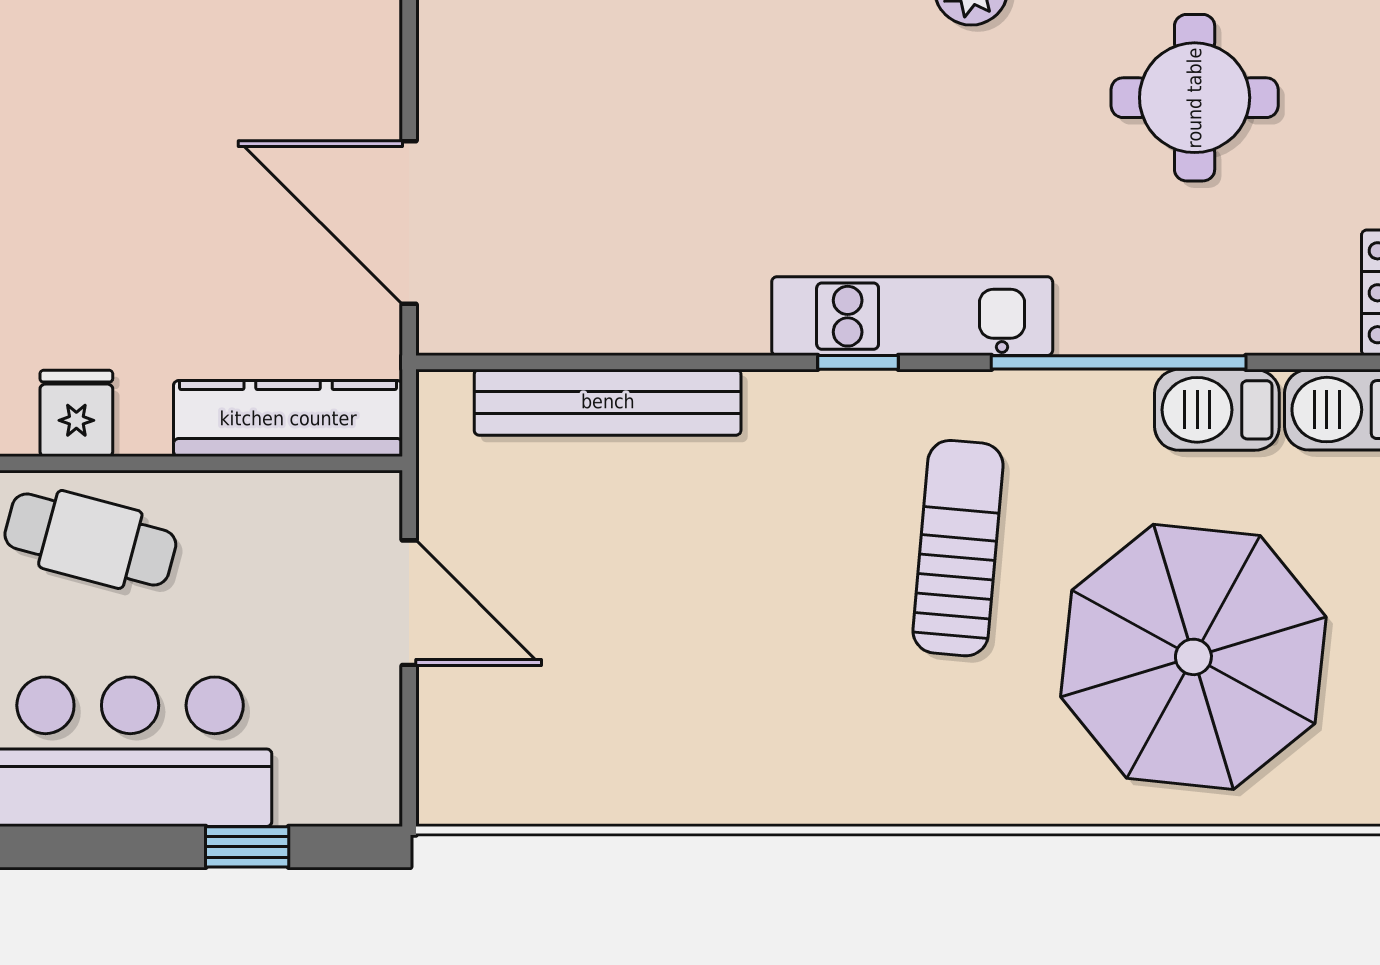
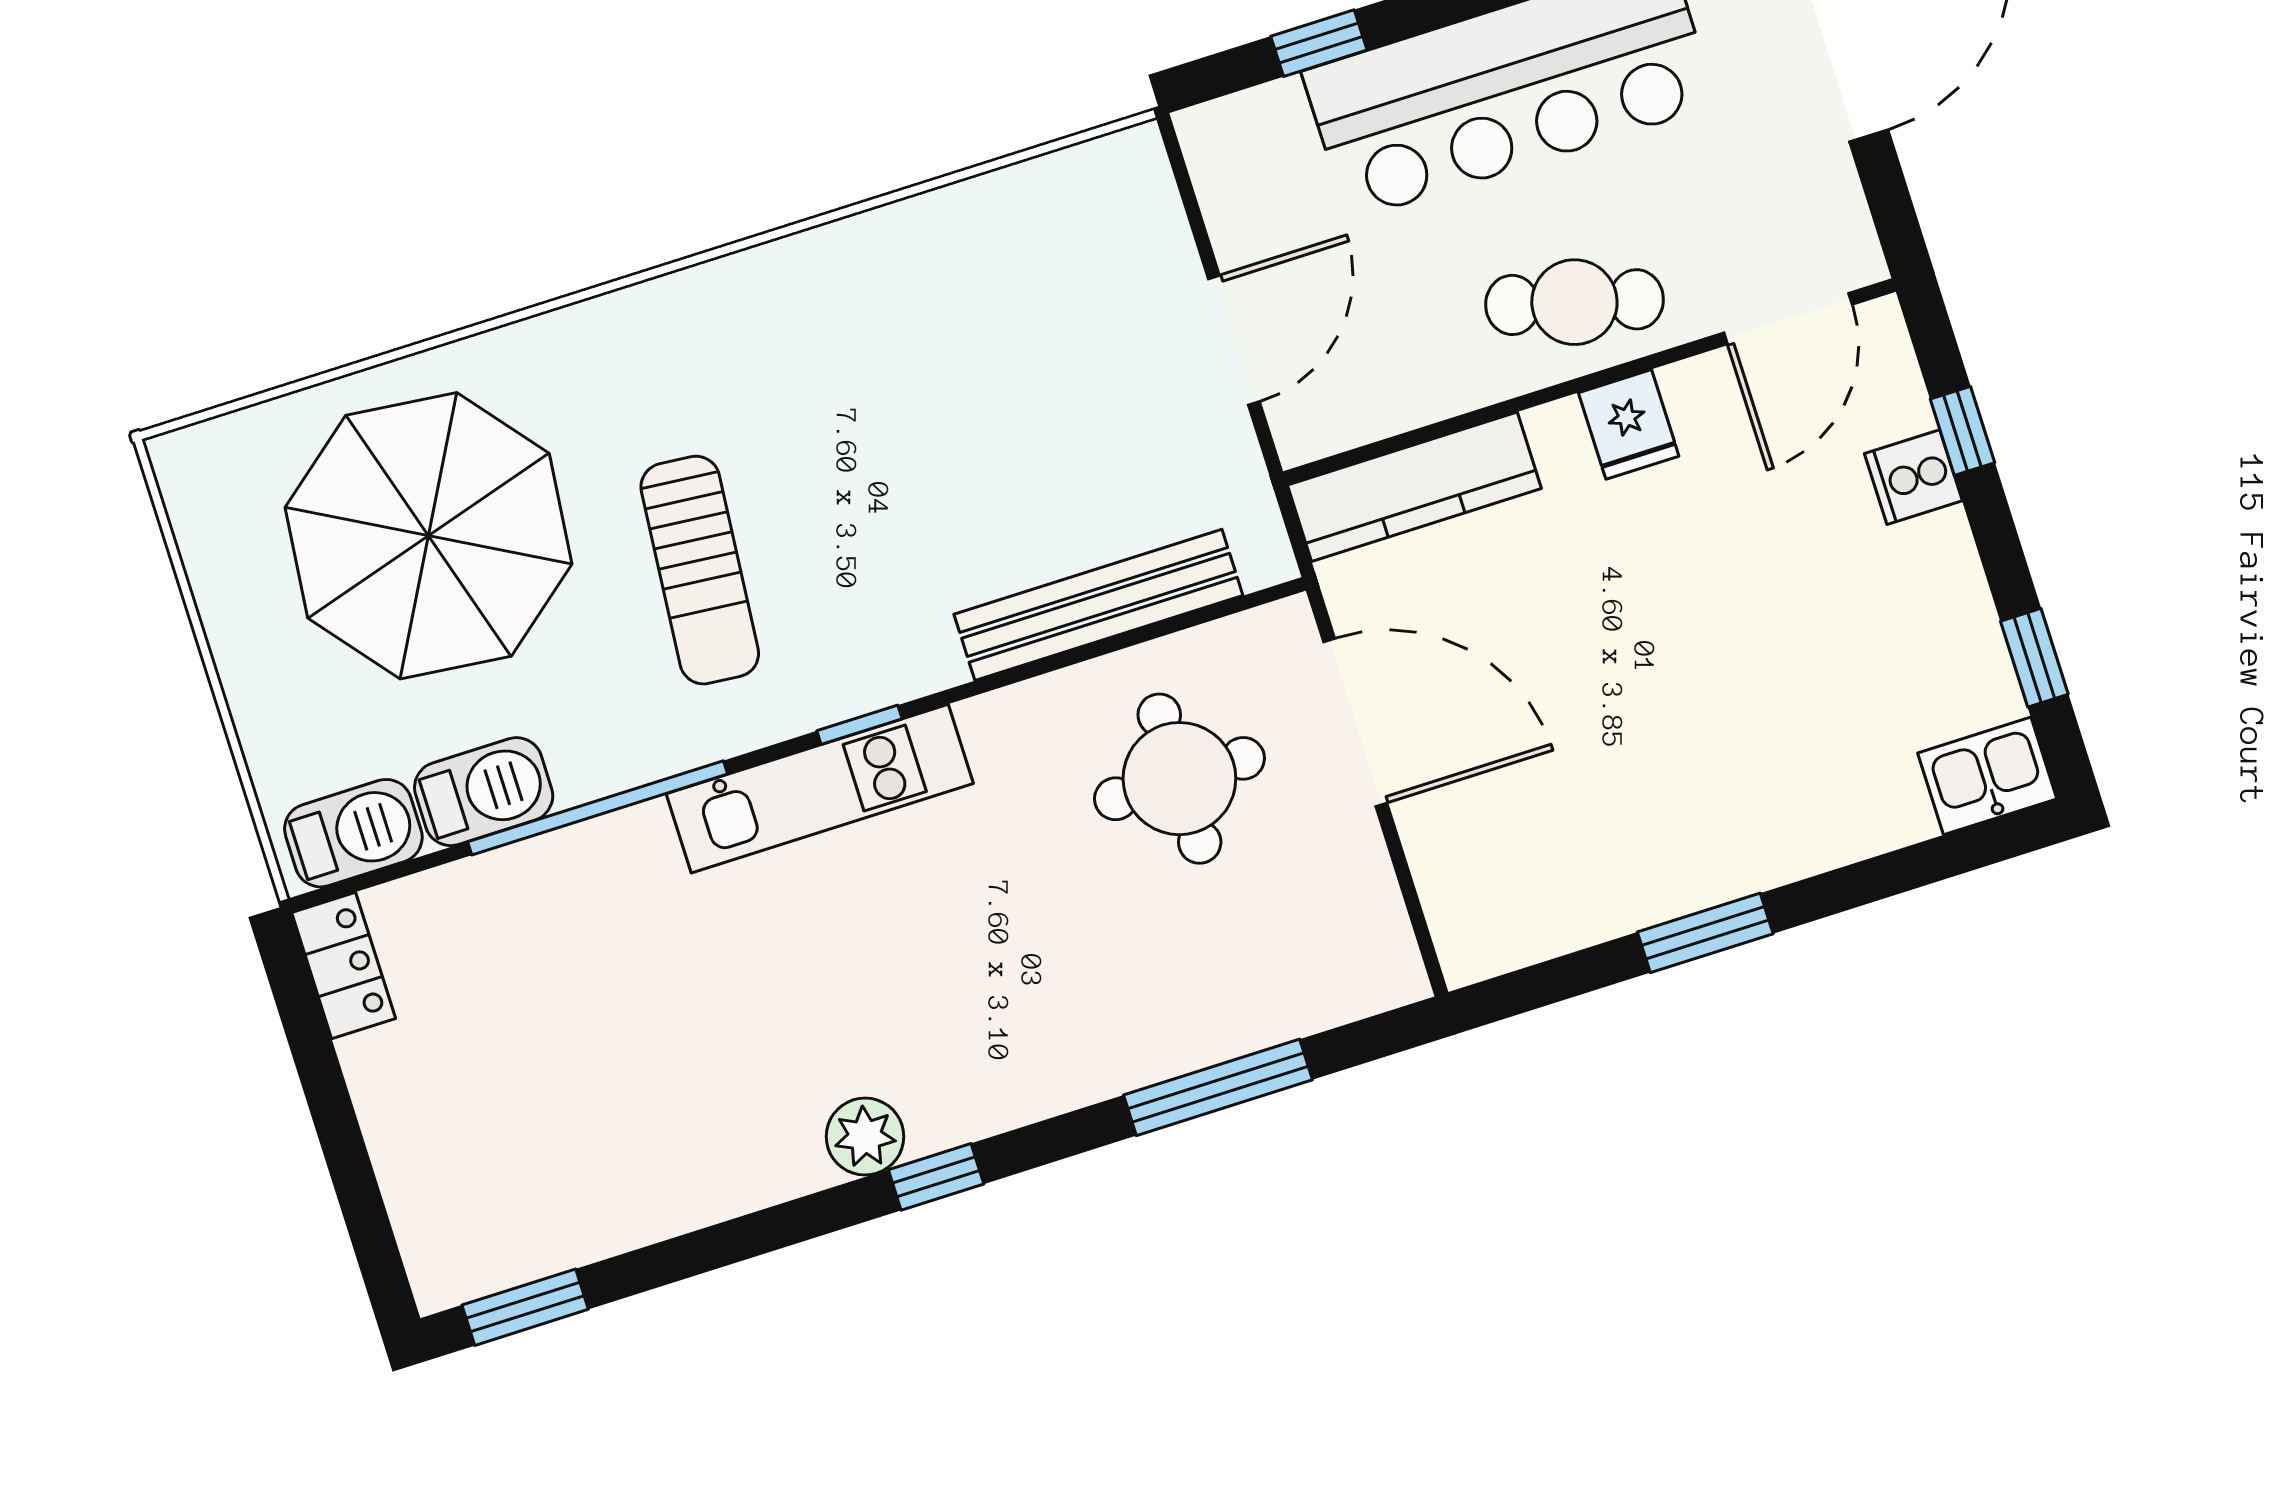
round table: (1195, 98) -> (1179, 779), moved
door: (409, 603) -> (1234, 340), swing flipped

